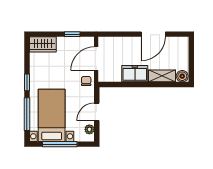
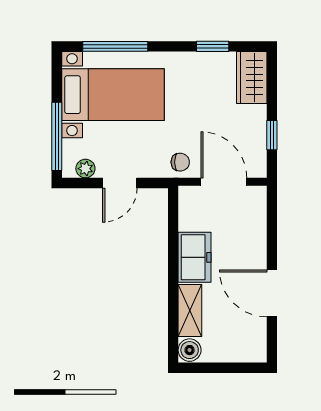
window: (27, 82) -> (213, 46), moved
door: (97, 112) -> (120, 183), swing flipped
window: (60, 144) -> (57, 136), moved

